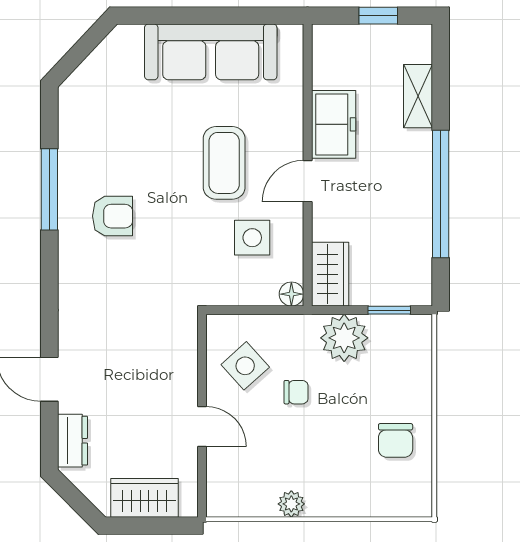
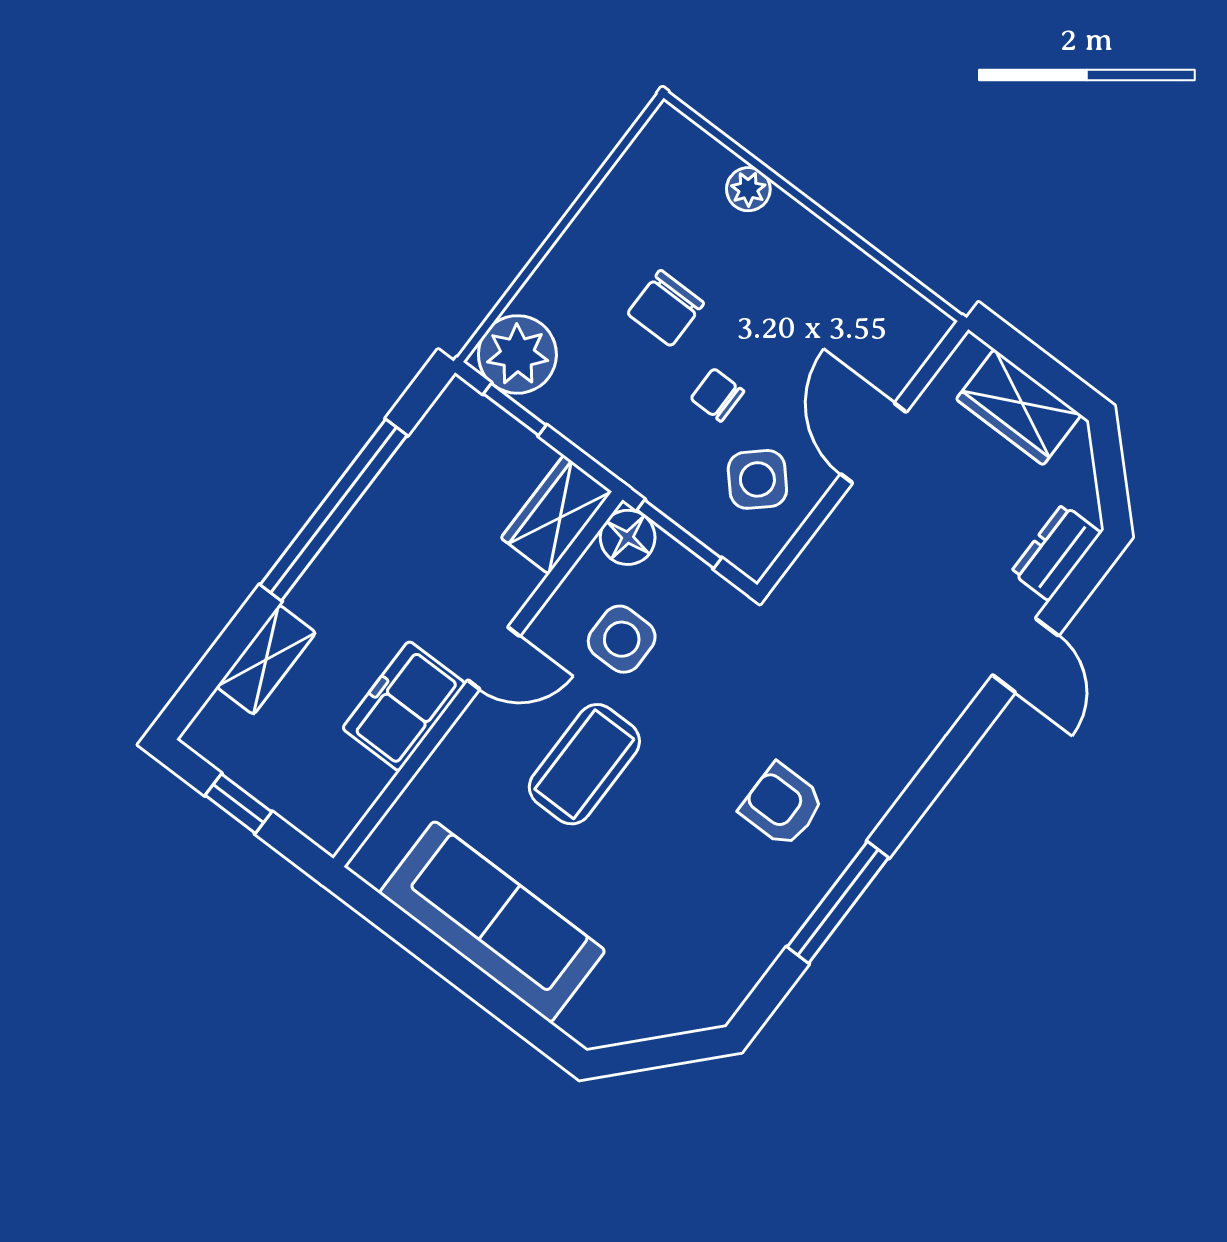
floor lamp: (291, 294) -> (628, 537), width x1.37, depth x1.37
window: (263, 310) -> (679, 534), added
plant: (344, 338) -> (517, 354), moved
door: (202, 426) -> (873, 443), width x1.37
chair: (396, 440) -> (666, 308), moved, turned 180
plant: (291, 504) -> (748, 189), moved

